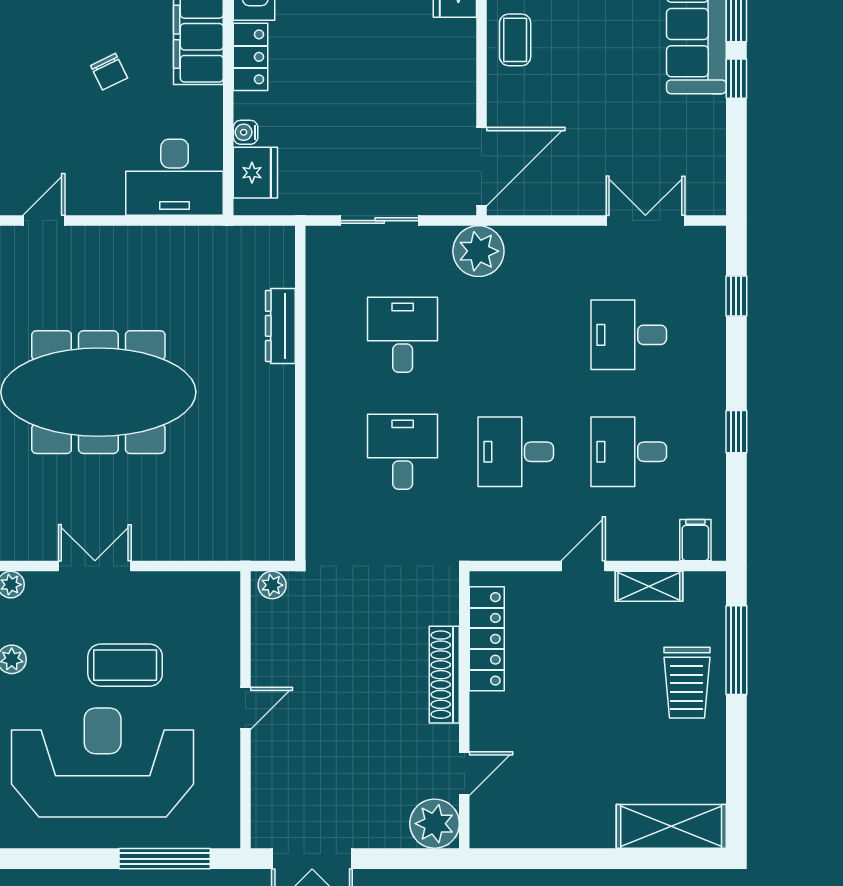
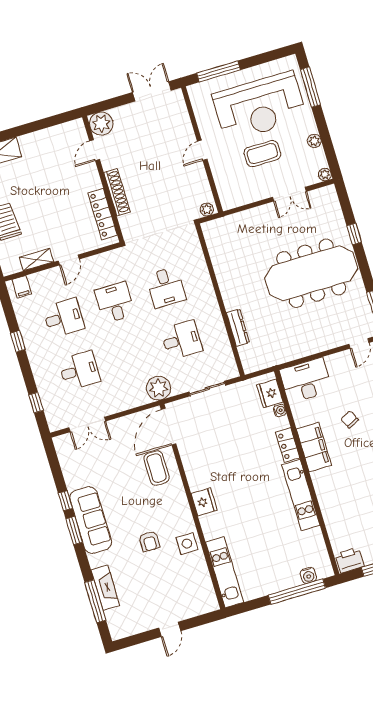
coffee table: (515, 40) -> (157, 468), moved, width x1.36, depth x1.30
desk: (403, 335) -> (182, 340), turned -90
desk: (516, 452) -> (115, 302), turned -90

